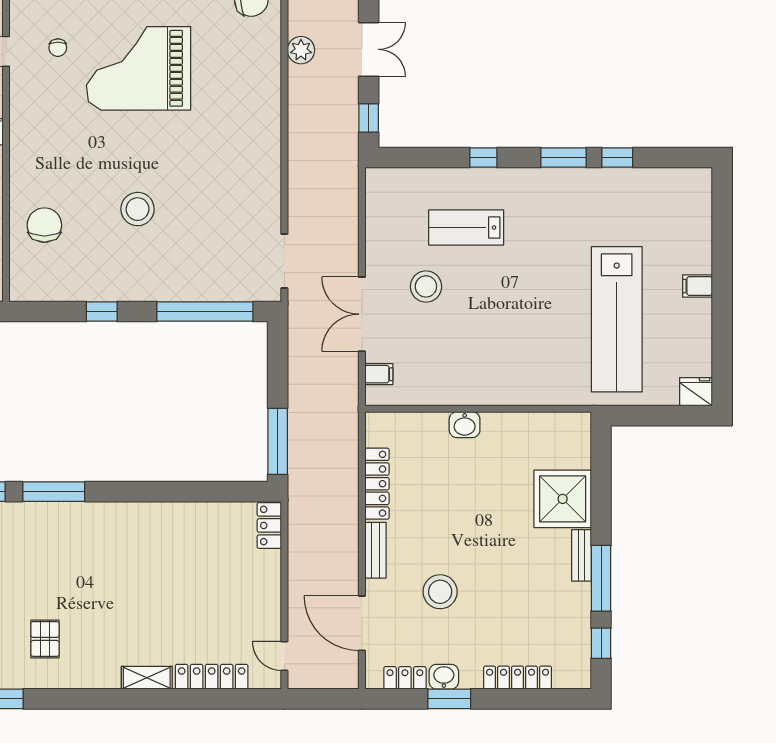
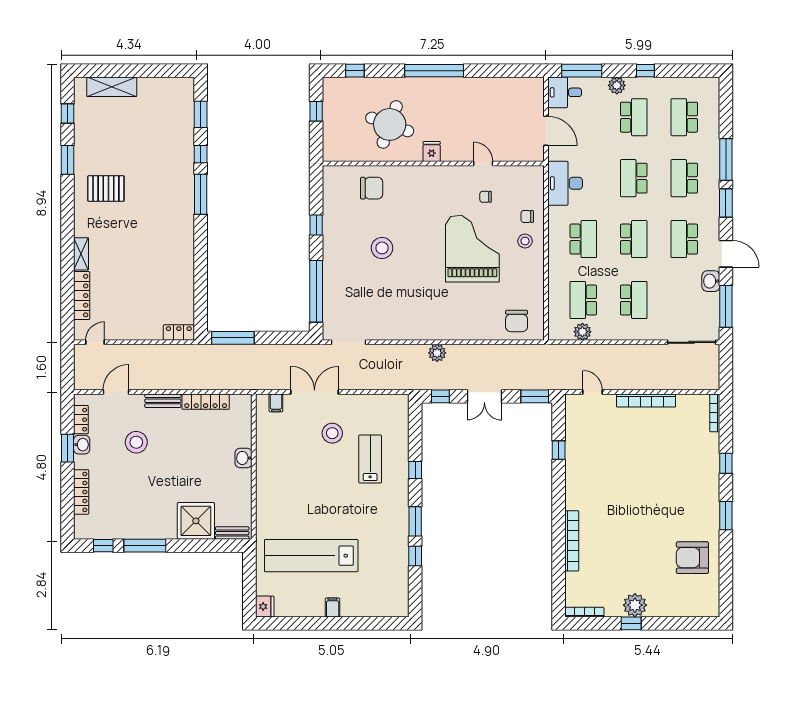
plant: (301, 50) -> (437, 353), moved
bench: (582, 555) -> (232, 533), moved
door: (362, 623) -> (116, 392), width x0.73
pallet: (45, 639) -> (106, 189), width x1.50, depth x1.42

